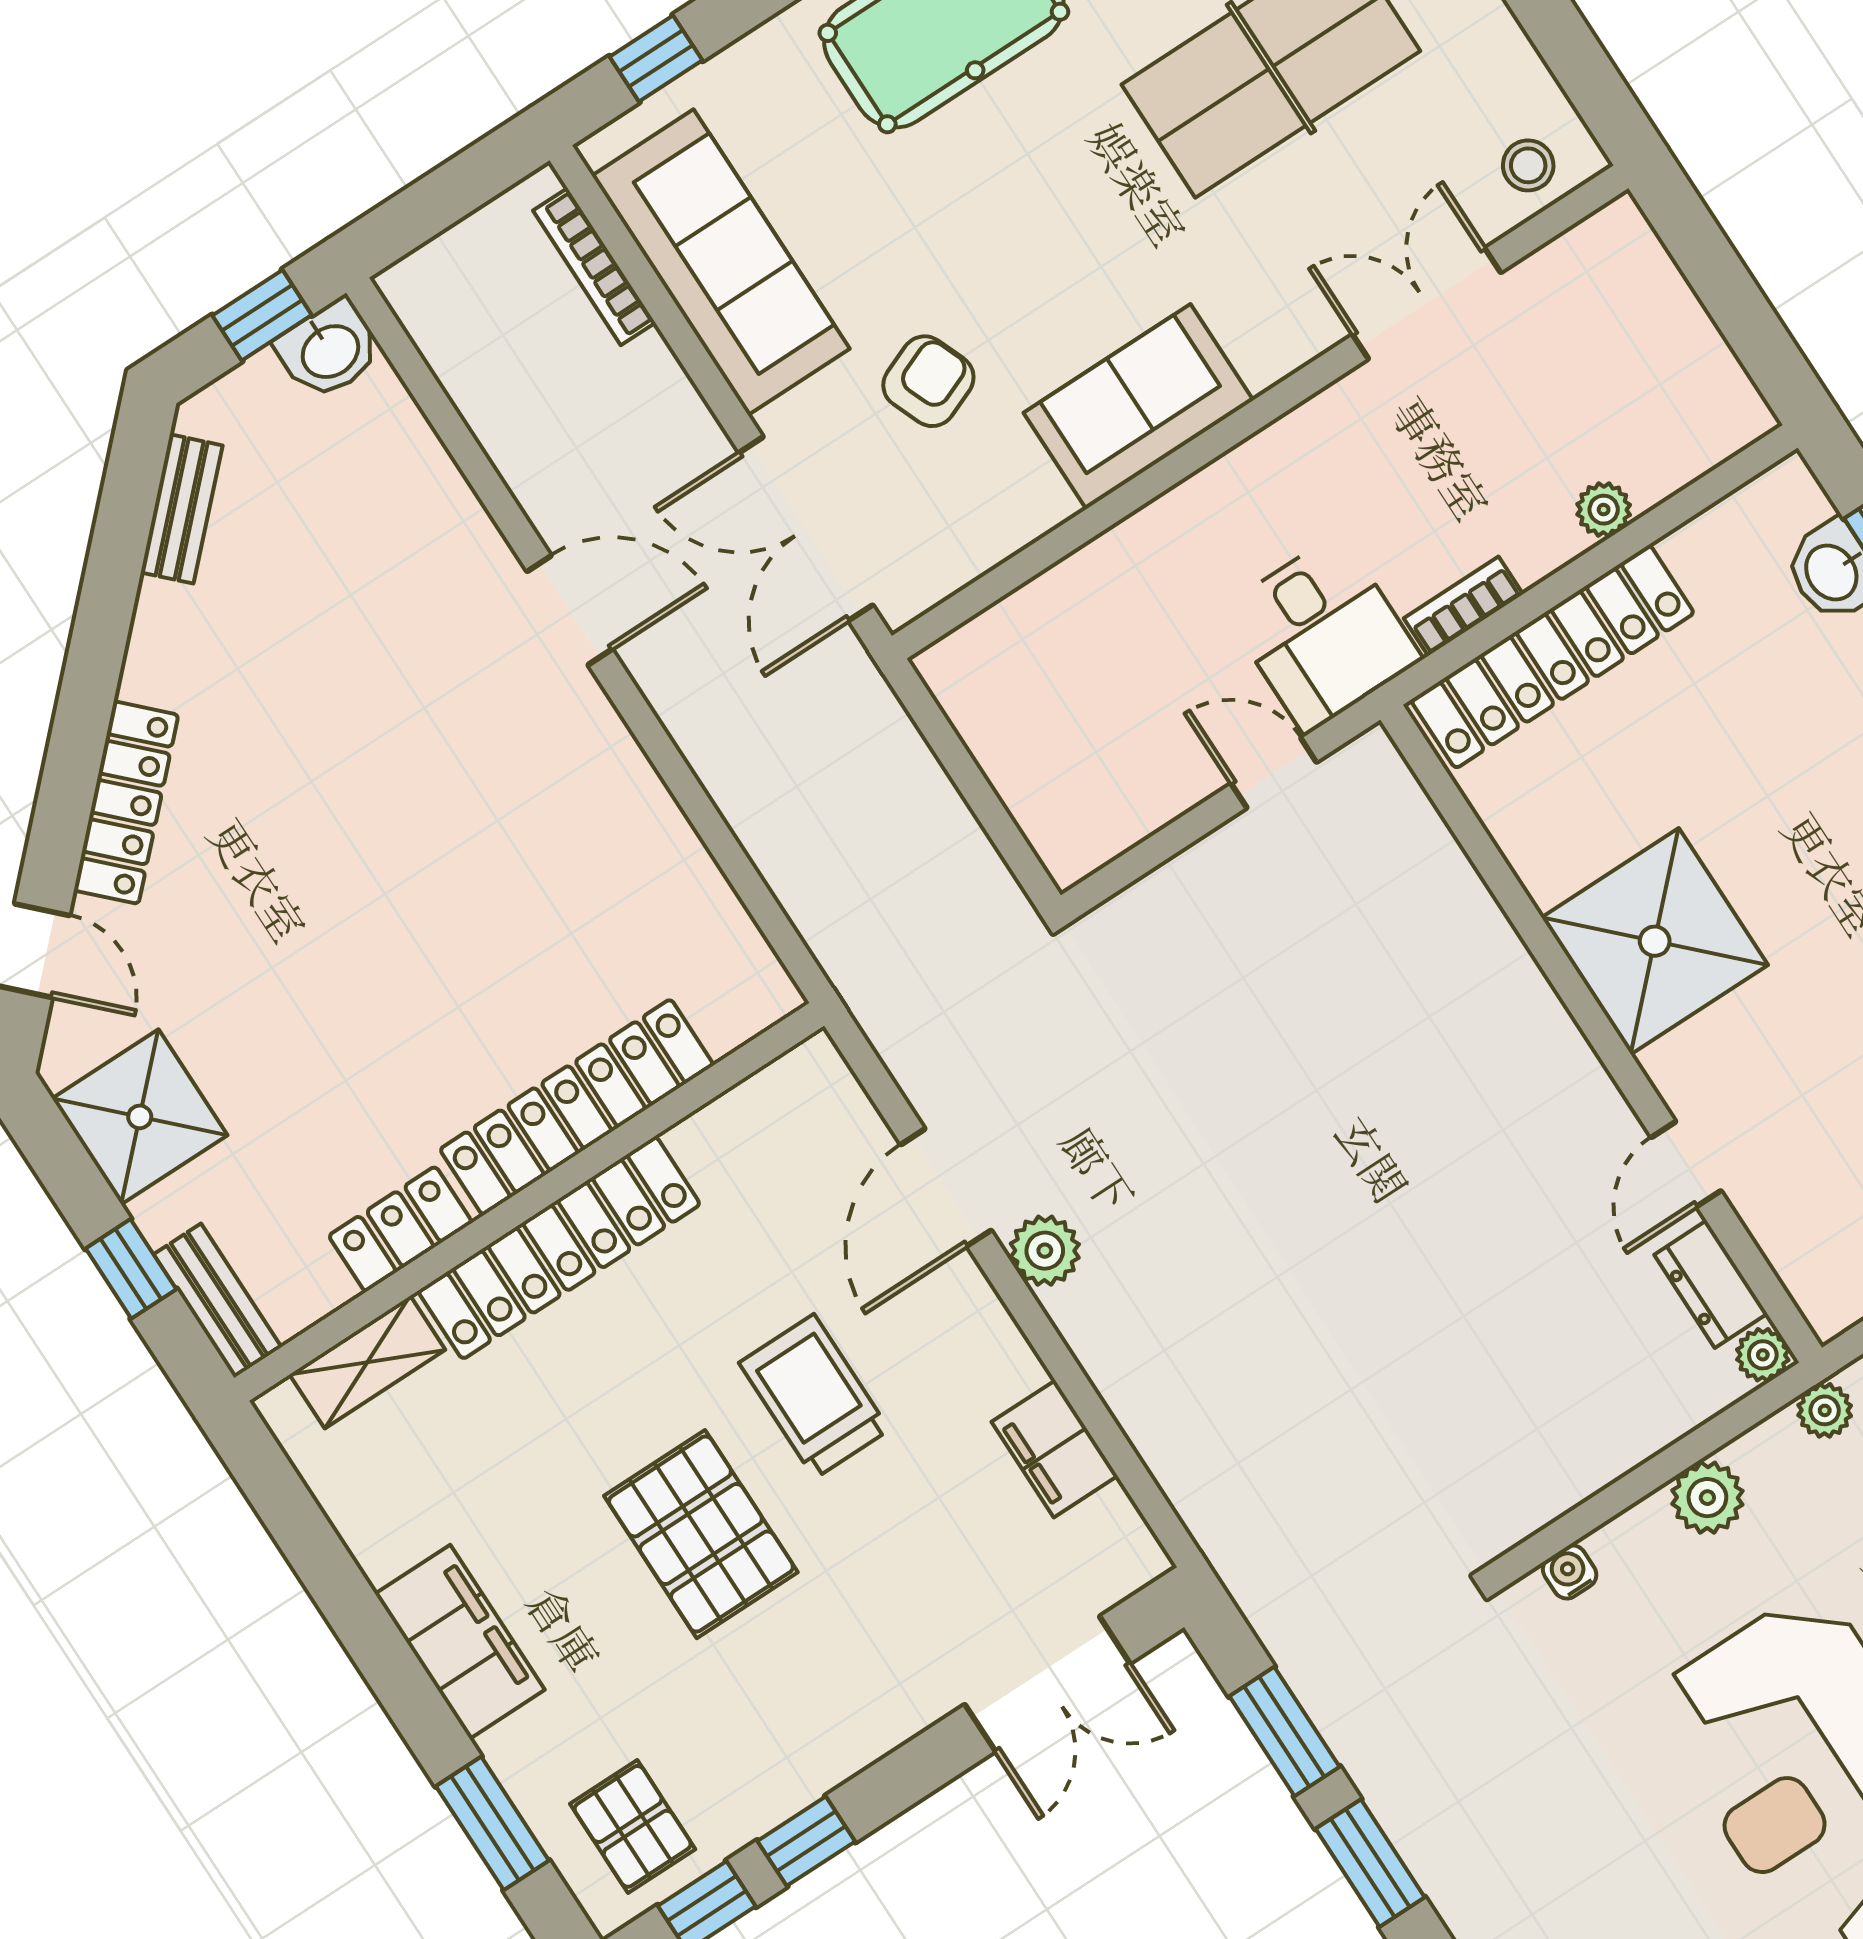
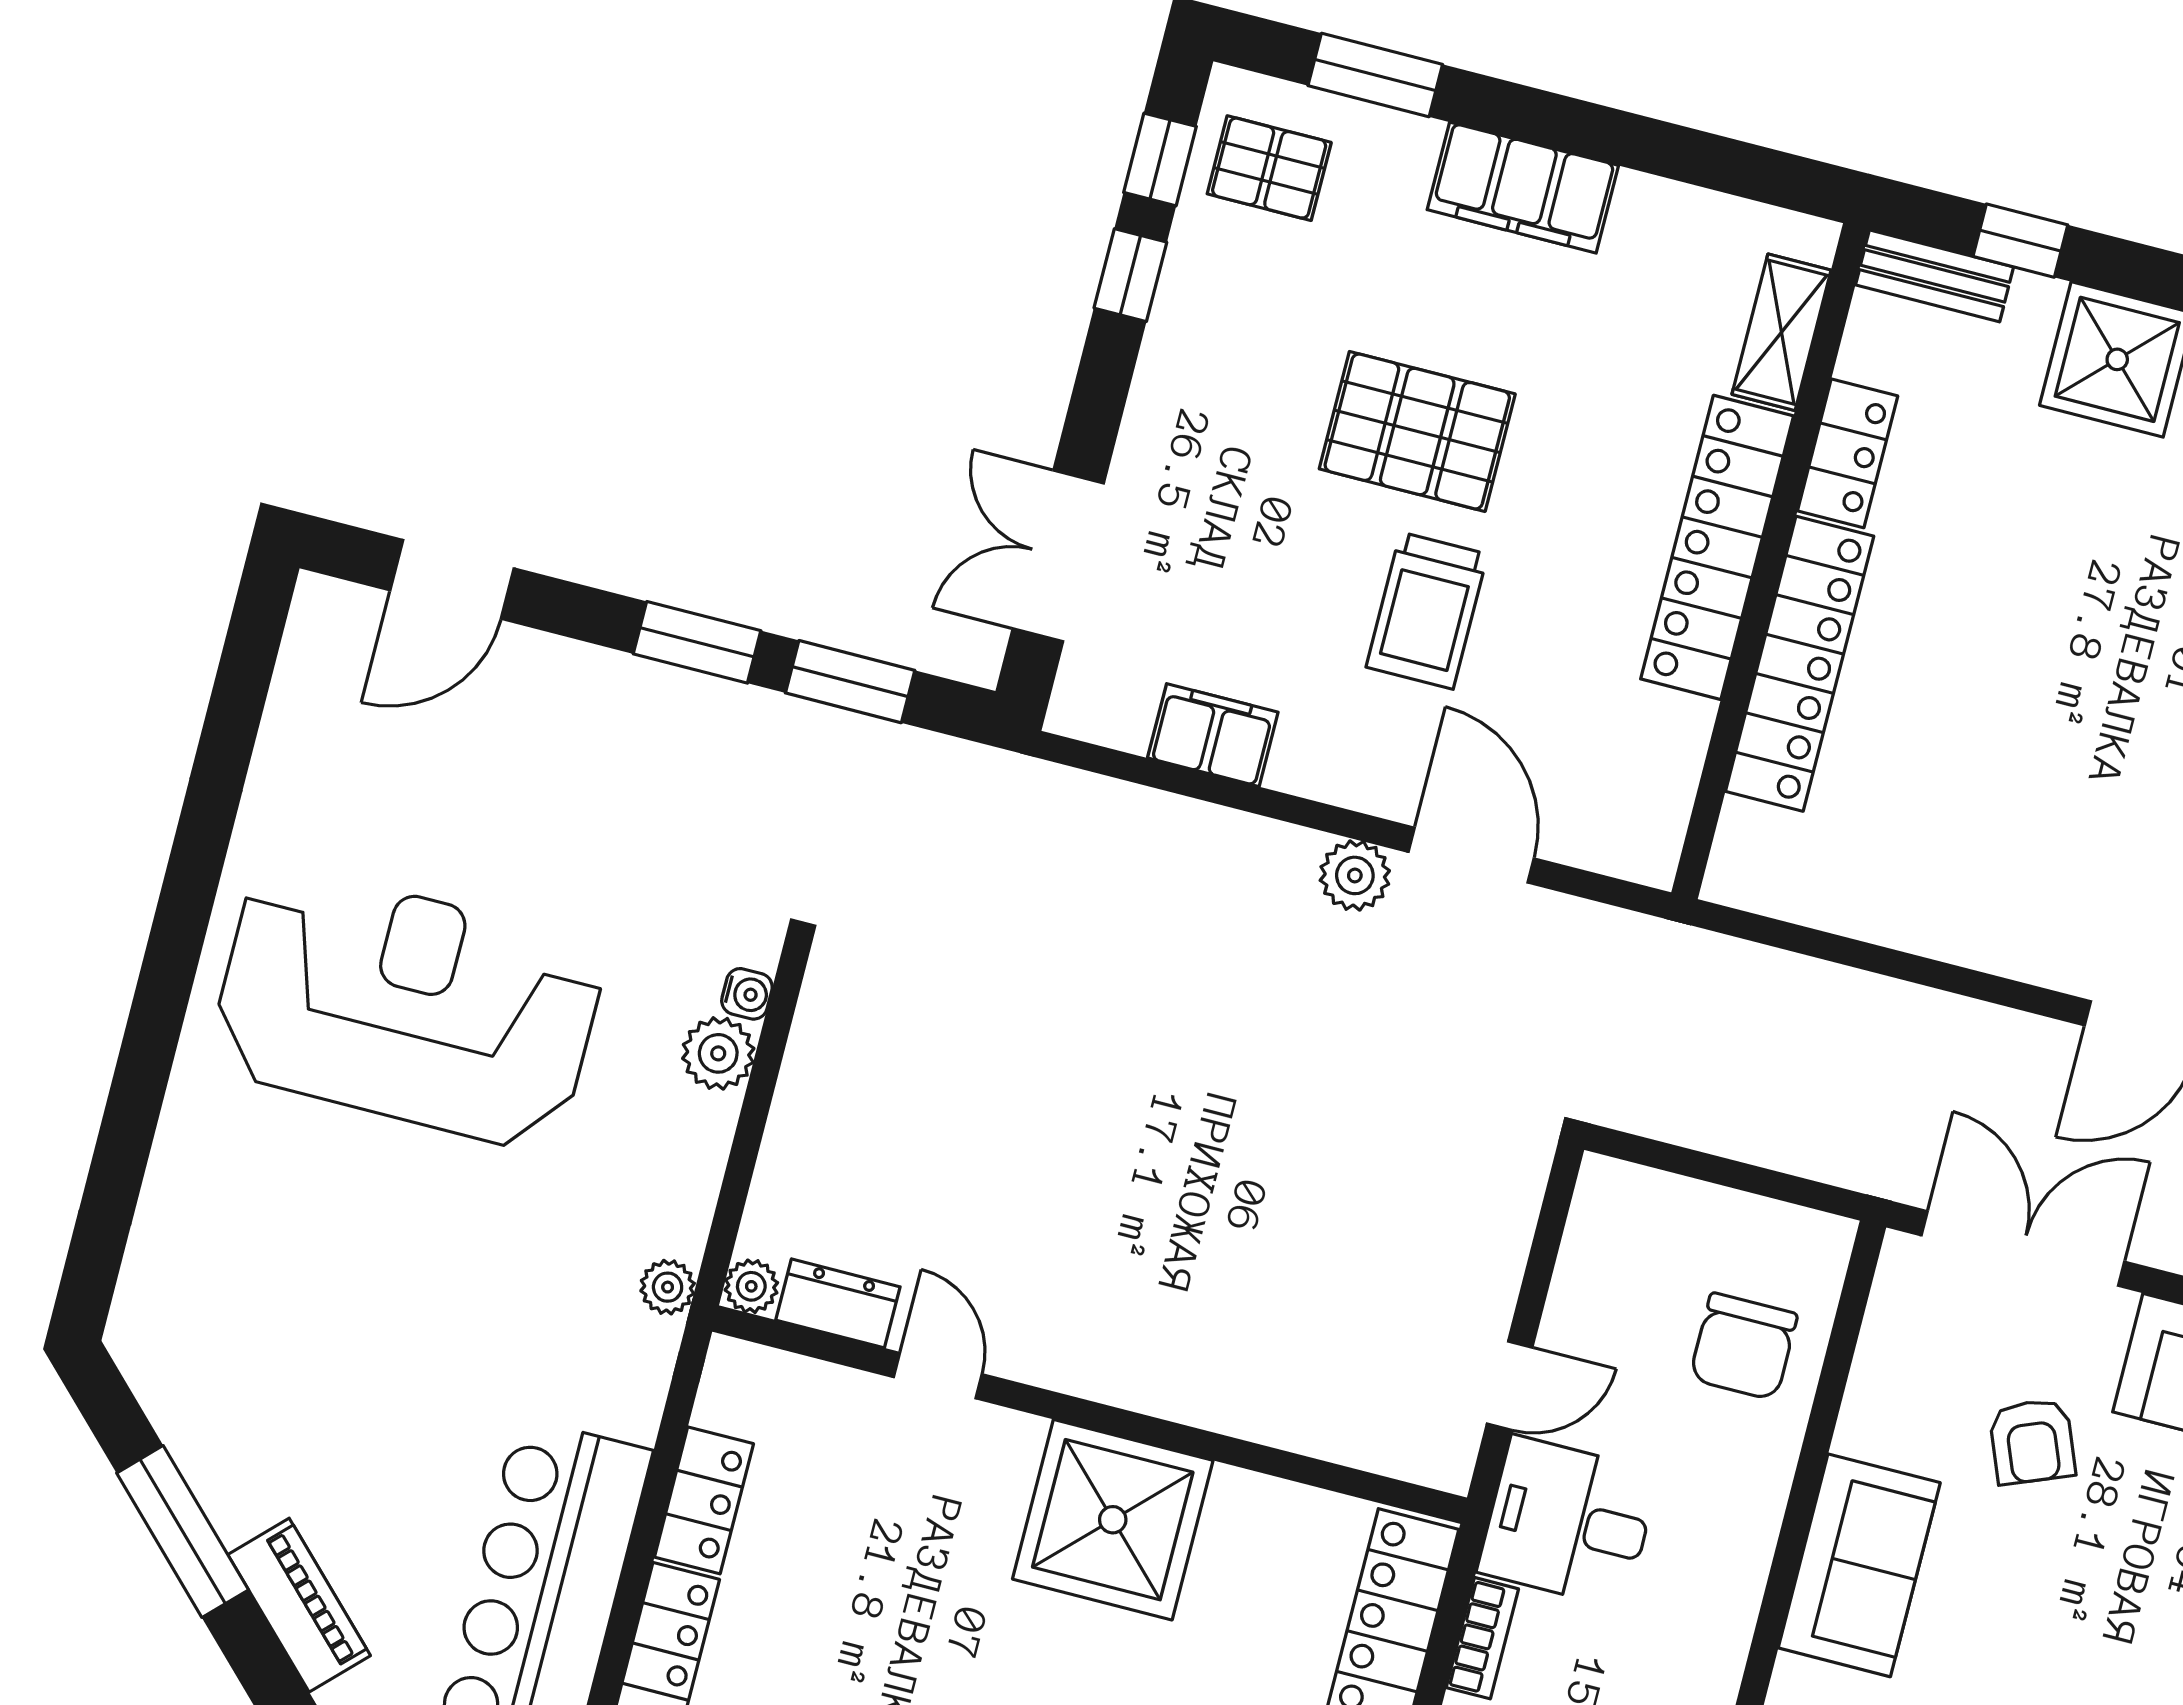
chair: (1076, 645) -> (1743, 1346), added
trolley: (814, 1396) -> (1427, 611), turned 90
plant: (1707, 1498) -> (718, 1053), moved

